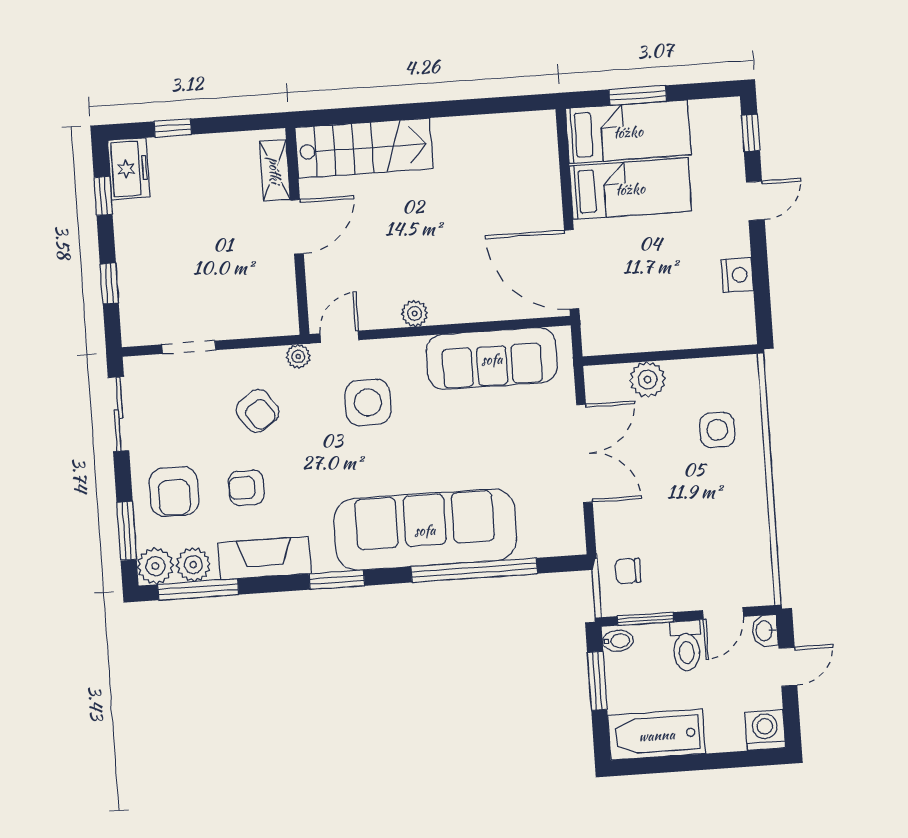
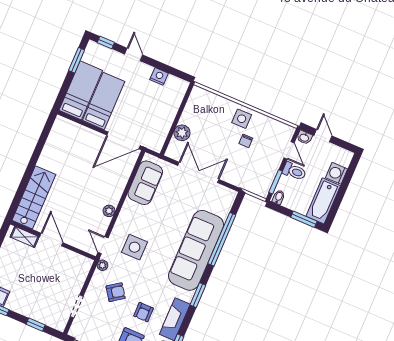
window: (638, 95) -> (77, 60), moved
sofa: (492, 359) -> (145, 183), width x0.73
side table: (717, 430) -> (242, 119), moved
chair: (628, 571) -> (246, 141), moved
window: (597, 681) -> (304, 219), moved
washing machine: (765, 730) -> (337, 173), moved

